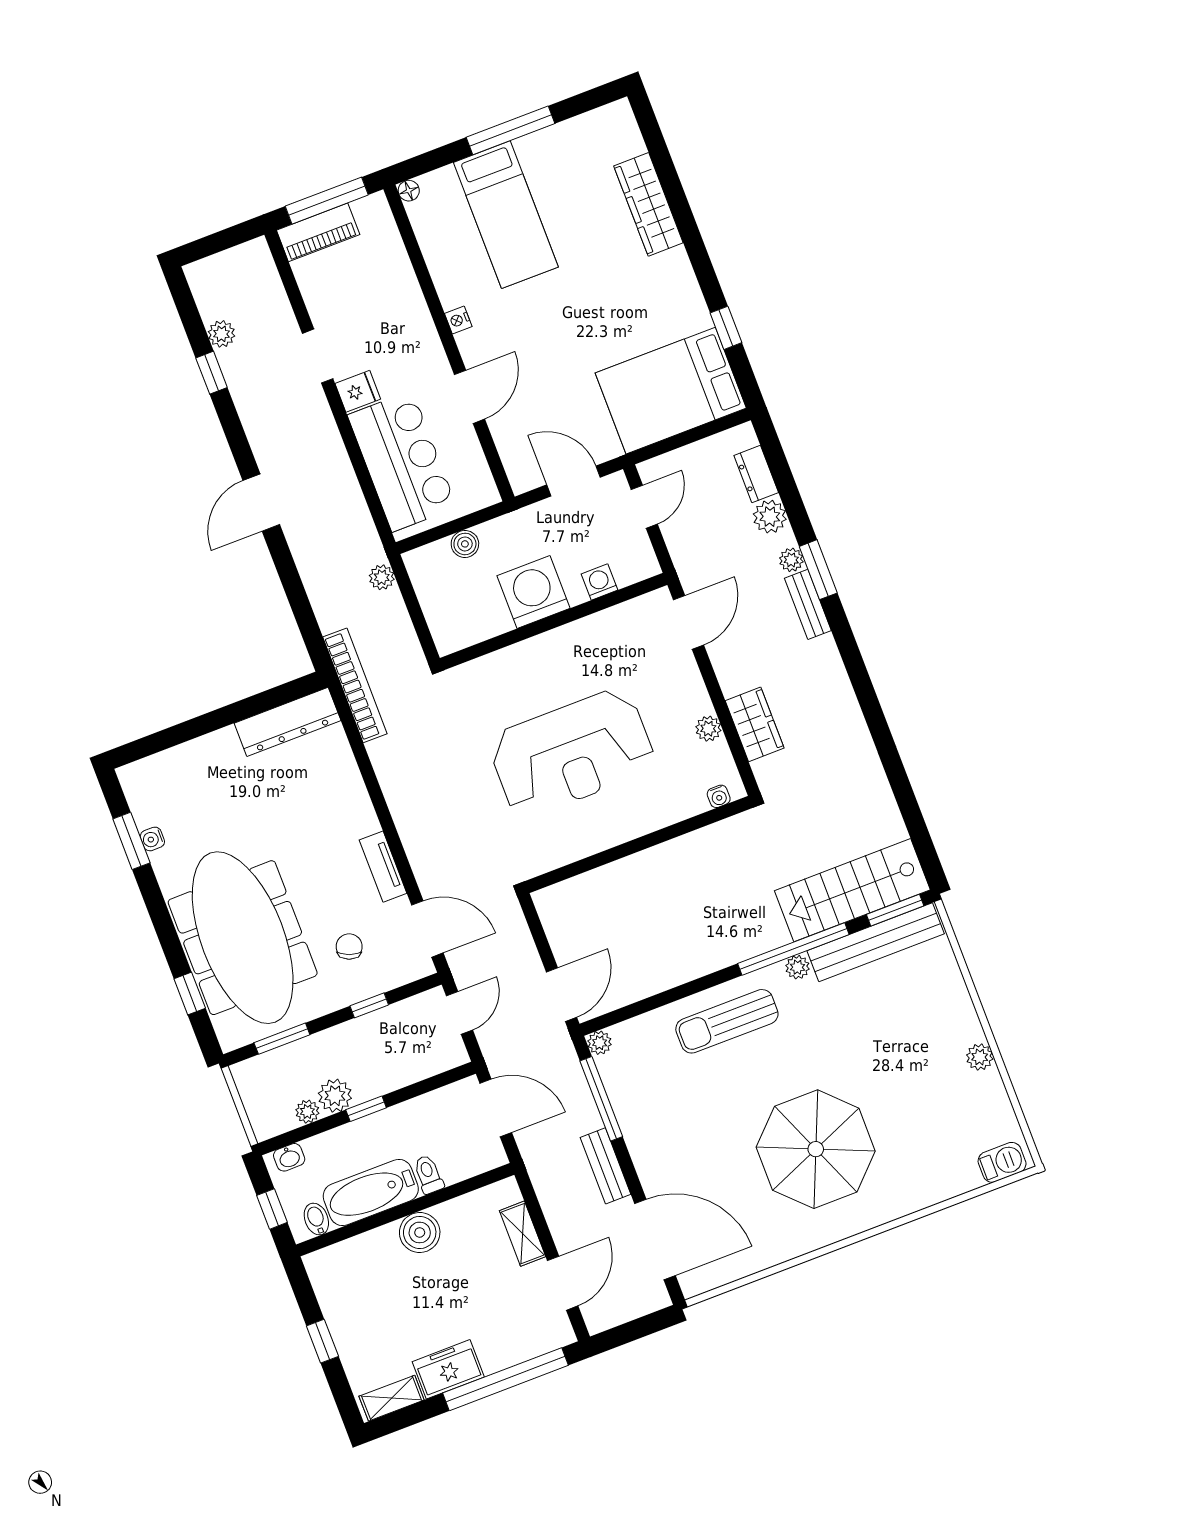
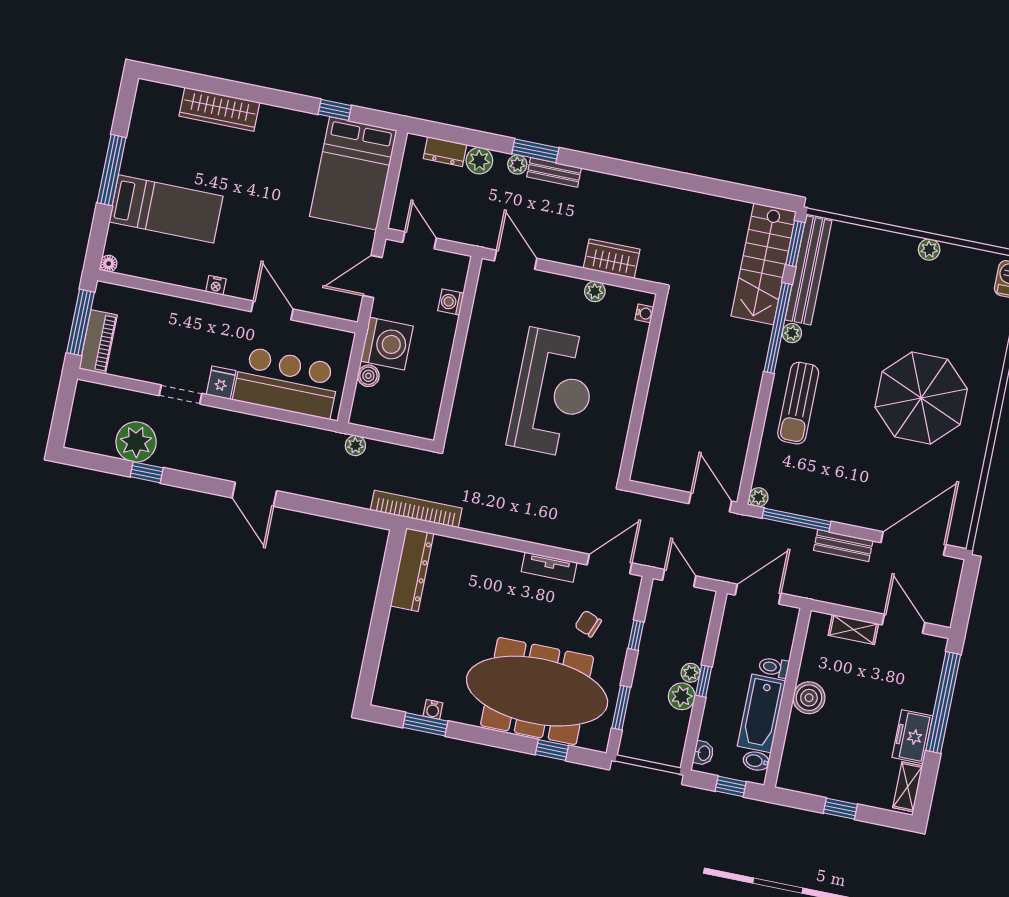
plant: (221, 334) -> (136, 442), width x1.87, depth x1.87
washing machine: (533, 592) -> (387, 344), moved, turned 180
plant: (307, 1112) -> (691, 673), moved

